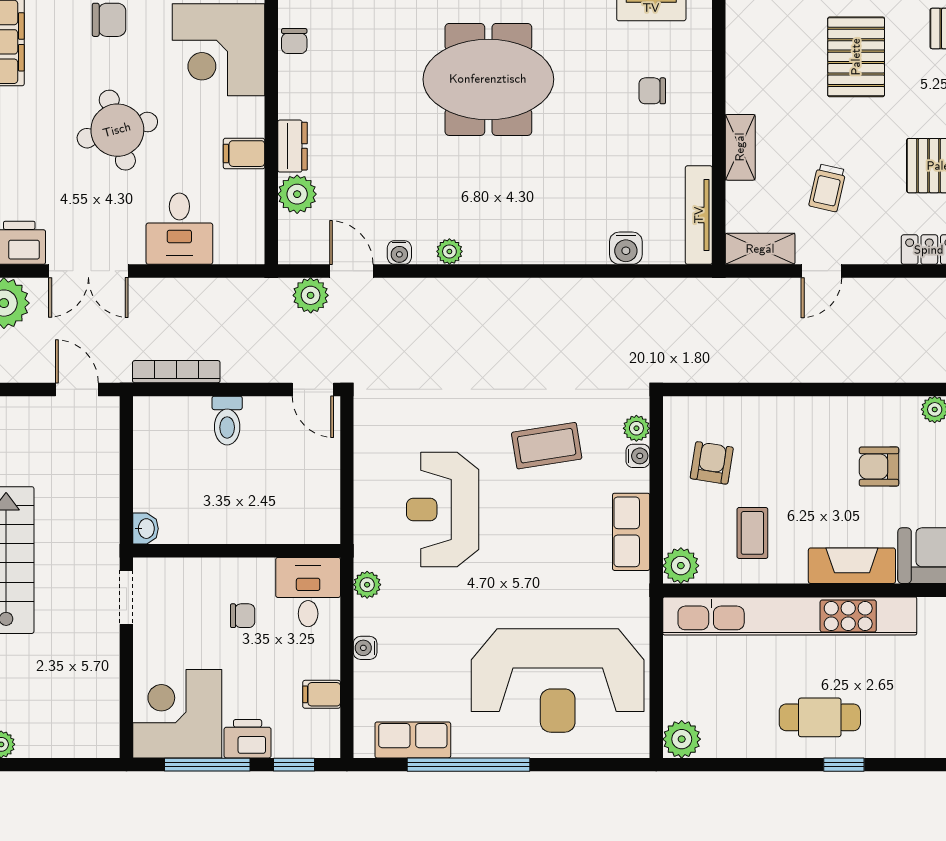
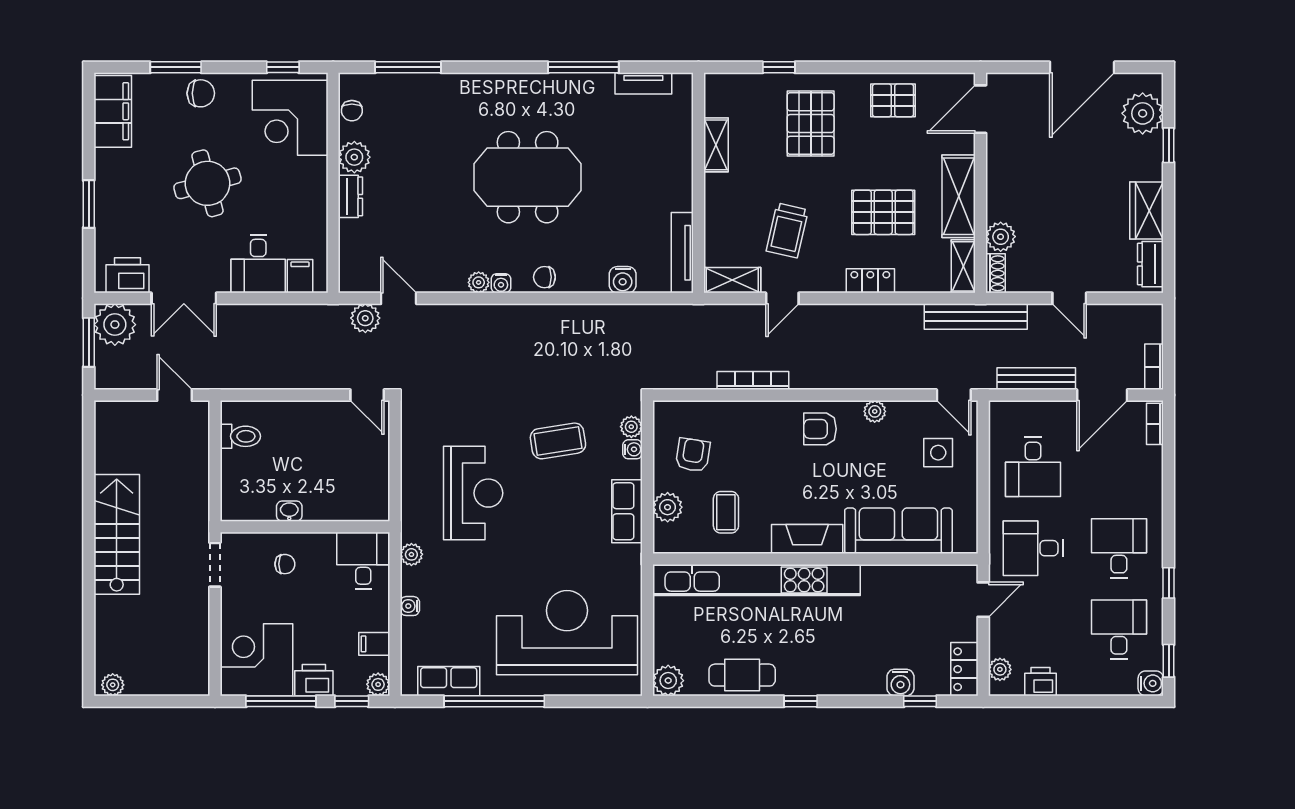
meeting table: (488, 79) -> (528, 177), moved
chair: (652, 91) -> (544, 277), moved
shelving: (740, 147) -> (716, 145), moved
filing cabinet: (244, 154) -> (300, 276), moved, turned 90
trolley: (827, 188) -> (787, 230), width x1.36, depth x1.39
plant: (297, 194) -> (354, 157), moved
water cooler: (399, 252) -> (501, 283), moved
bookcase: (176, 372) -> (753, 381), moved
toilet: (227, 421) -> (240, 436), moved, turned -90
armchair: (879, 467) -> (820, 429), moved
reception desk: (443, 510) -> (473, 493), turned 180
washbasin: (146, 529) -> (289, 511), moved, turned -90
plant: (681, 566) -> (668, 507), moved
chair: (243, 616) -> (285, 564), moved
reception desk: (558, 681) -> (567, 633), turned 180
cafe table: (820, 717) -> (742, 675), moved
plant: (326, 744) -> (378, 684), added

